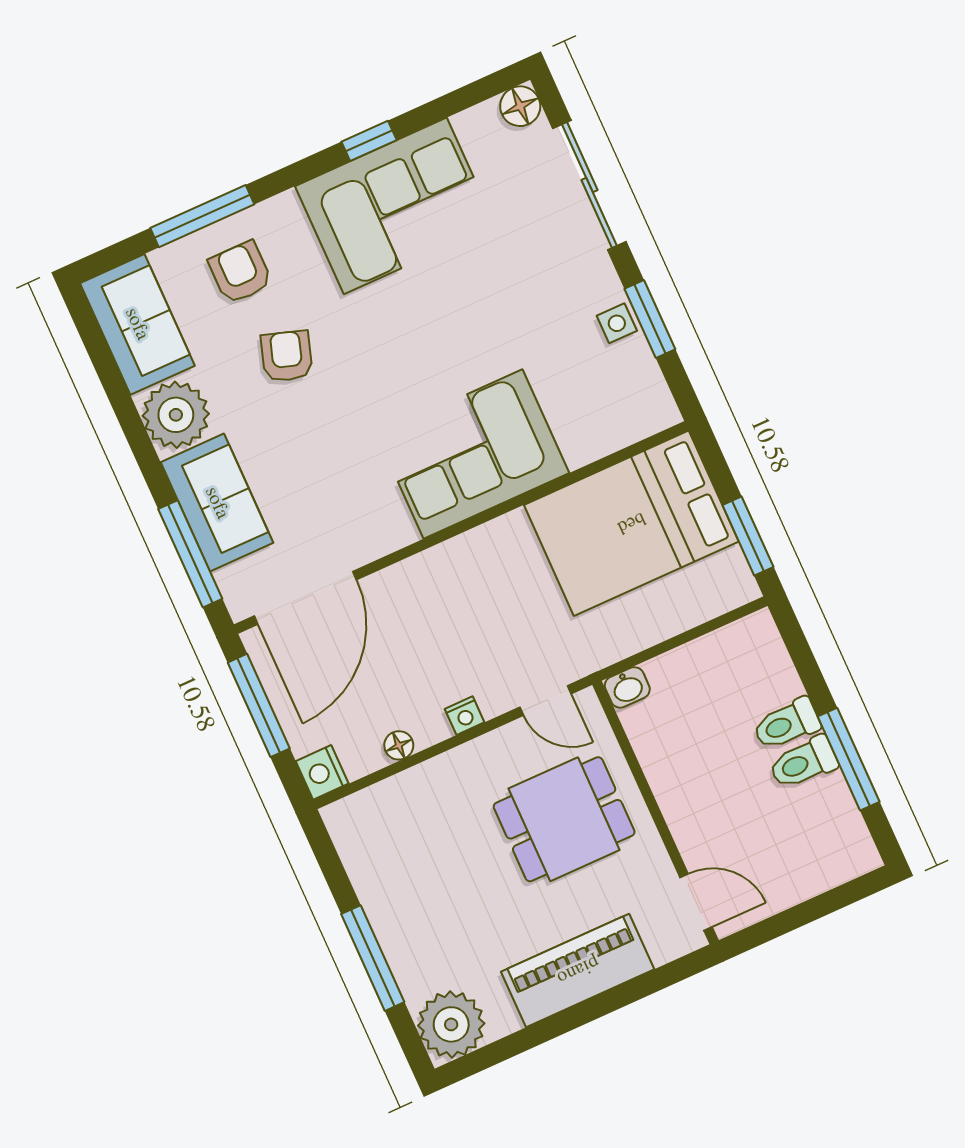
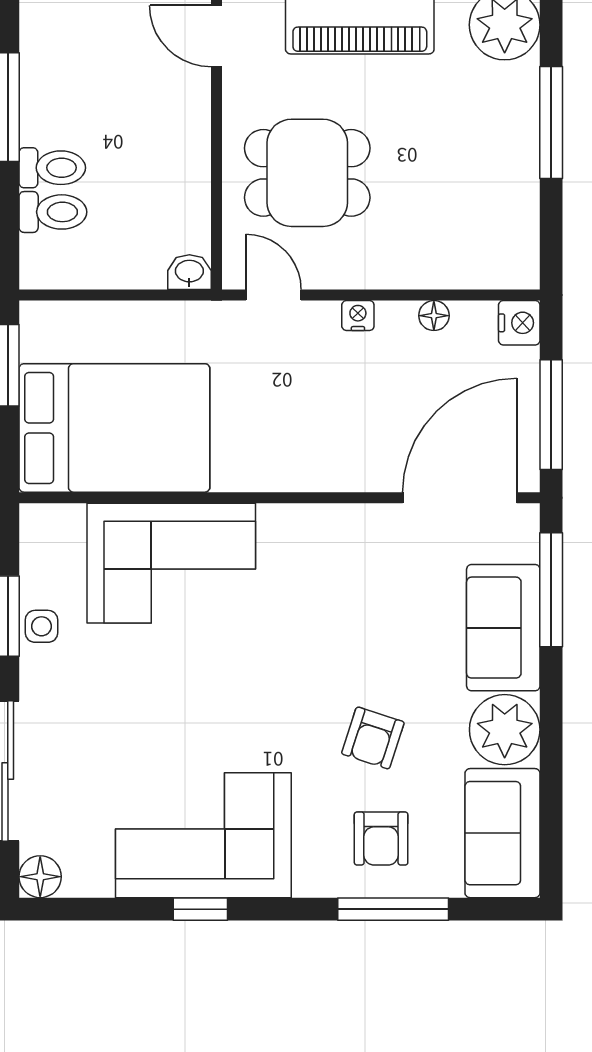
corner sofa: (473, 454) -> (171, 563), moved
toilet: (803, 763) -> (53, 212), moved

